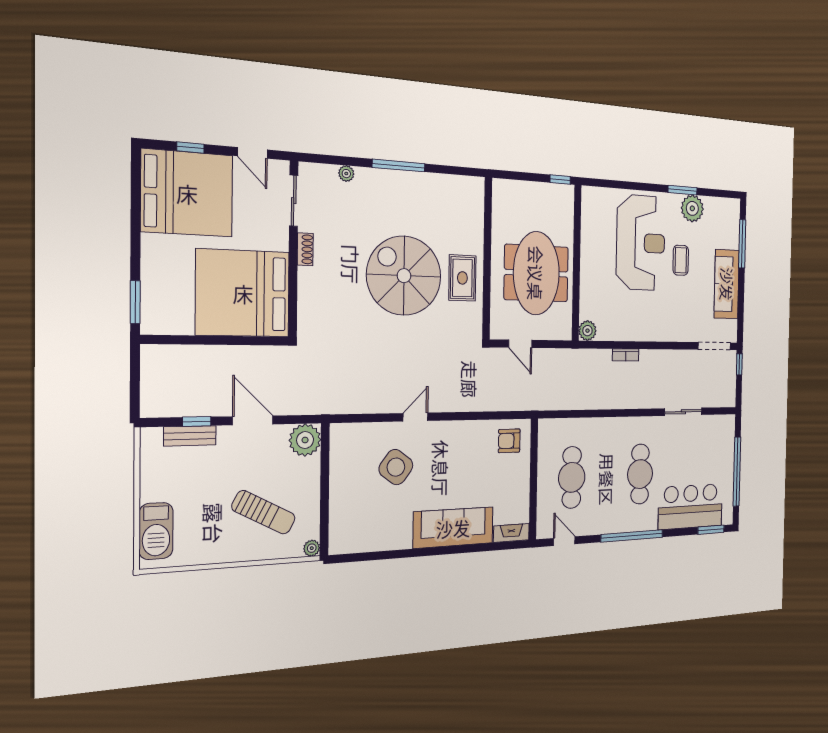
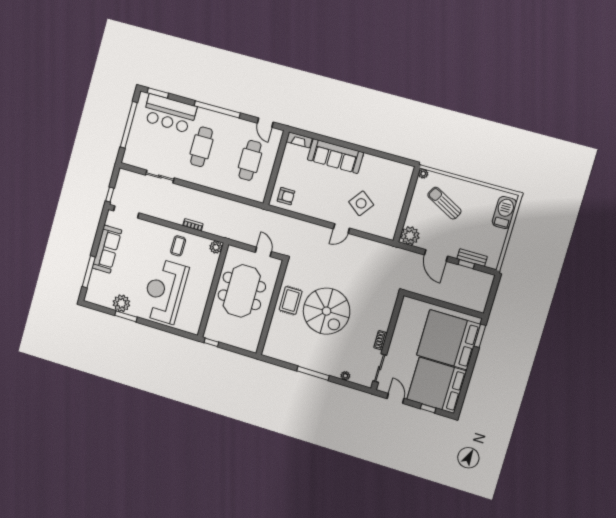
coffee table: (681, 260) -> (178, 246), moved
bed: (243, 293) -> (448, 340), moved, turned 180

